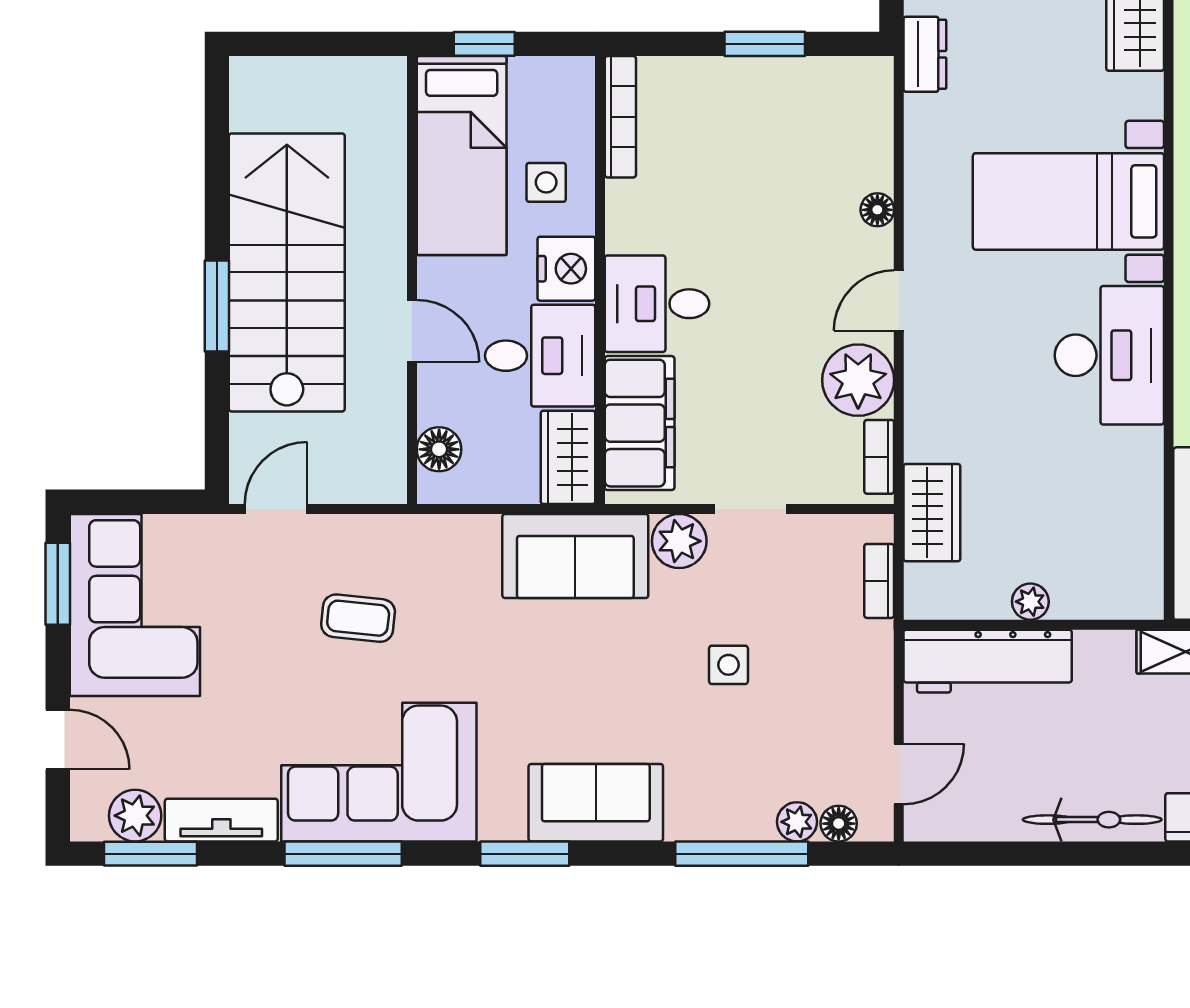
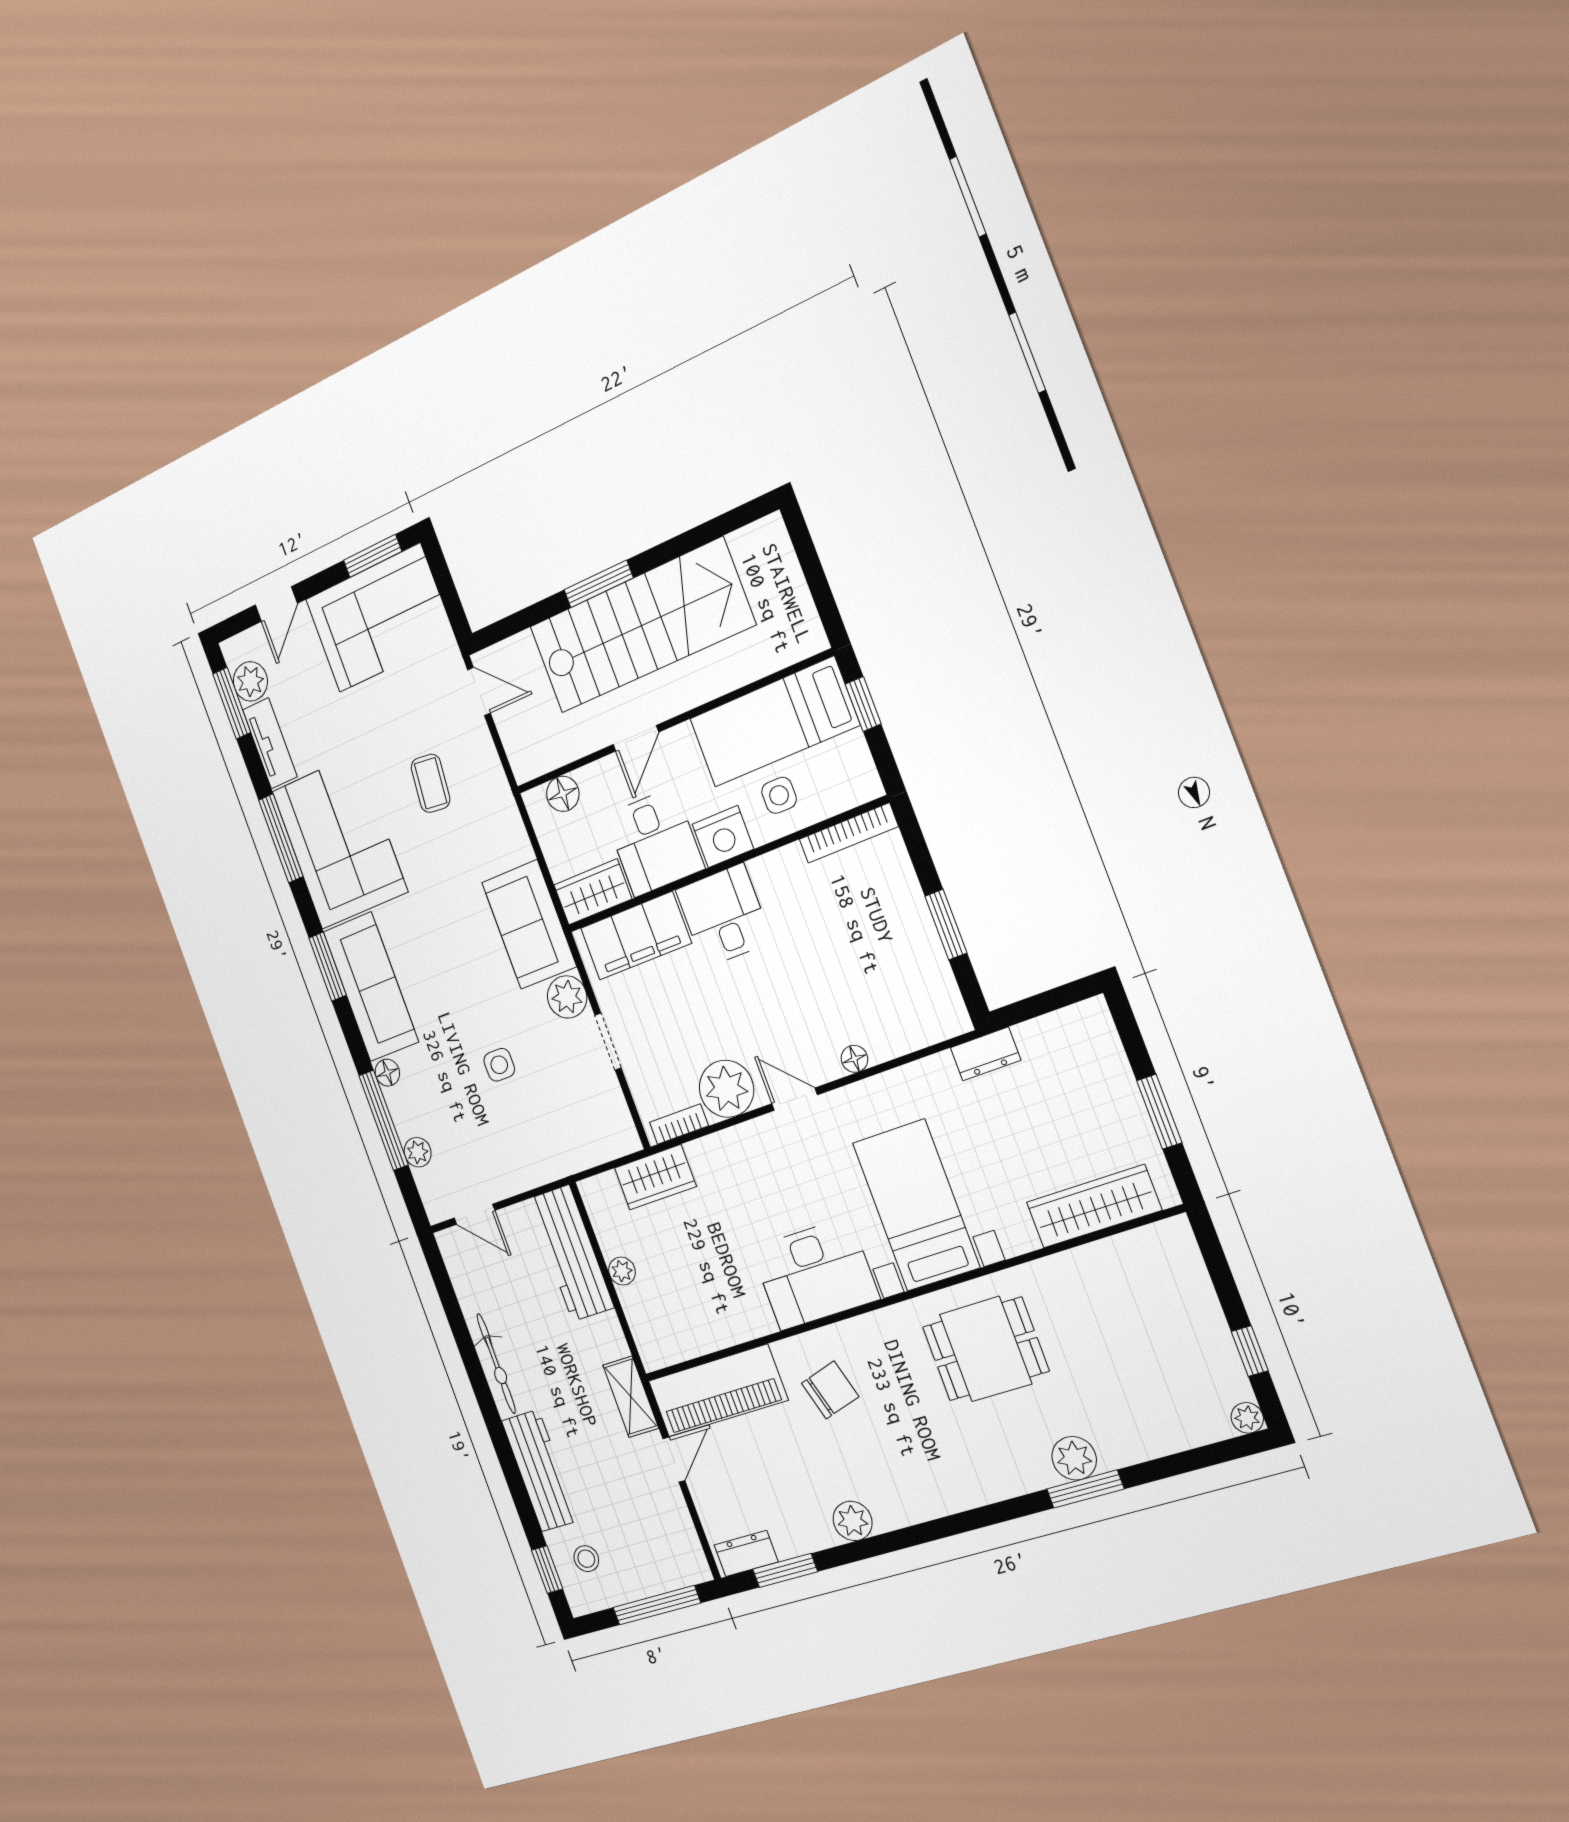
bookcase: (879, 581) -> (595, 1155), removed
sofa: (596, 803) -> (371, 987), width x1.36
floor lamp: (839, 824) -> (387, 1073), moved

